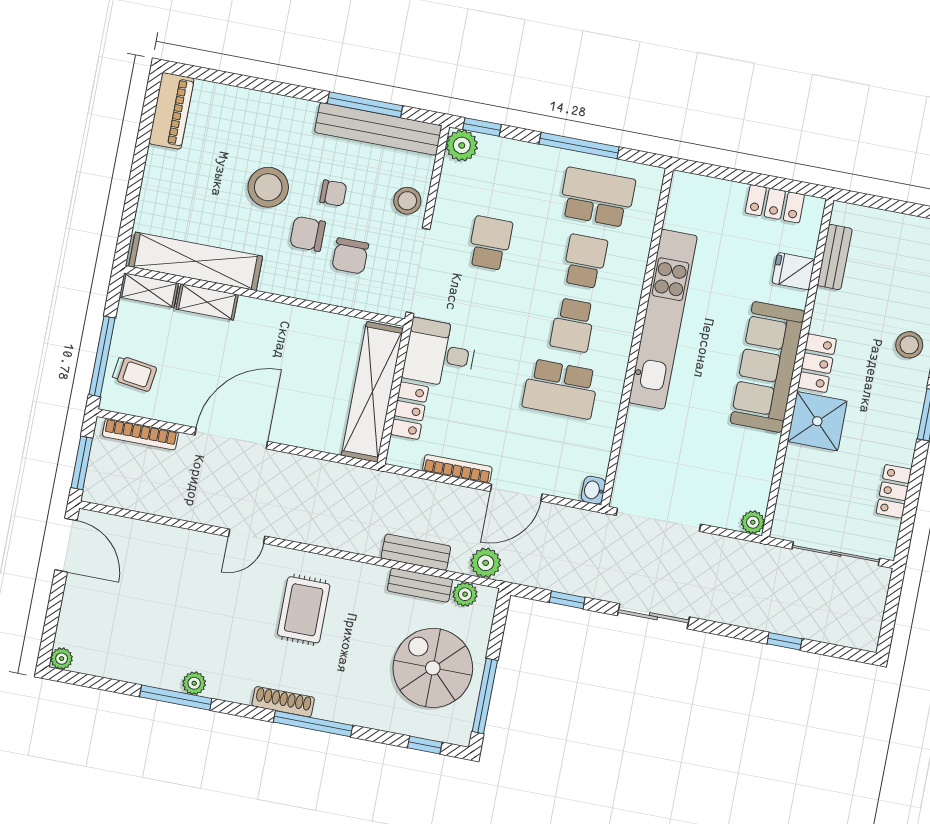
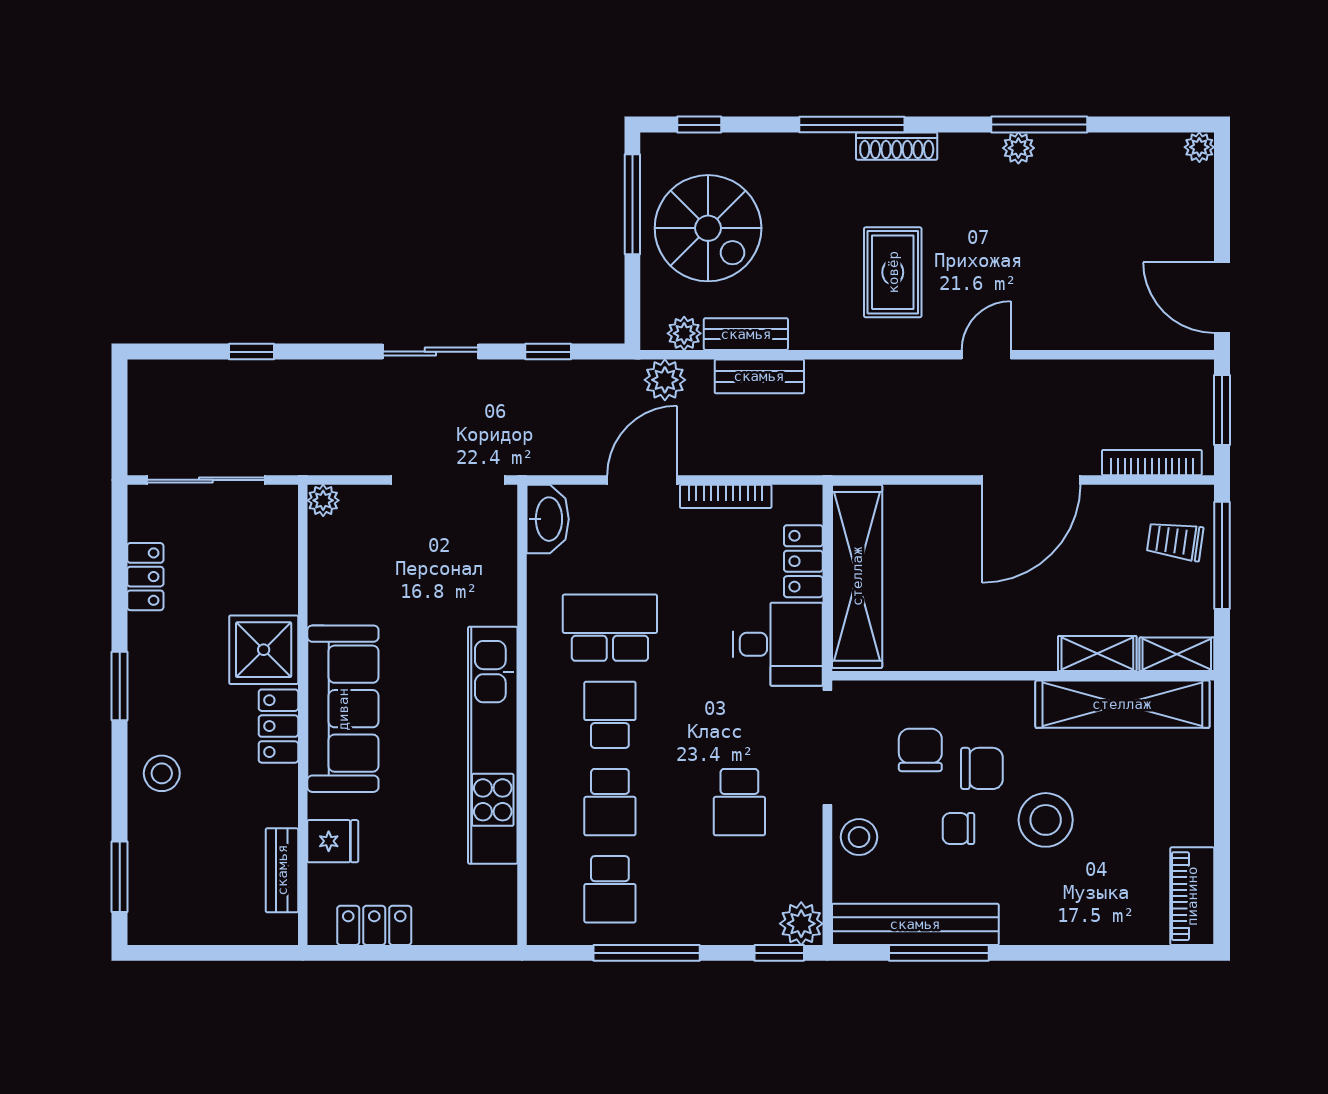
school desk: (597, 197) -> (610, 889), width x0.54
washbasin: (593, 490) -> (548, 519), width x1.91, depth x1.45

